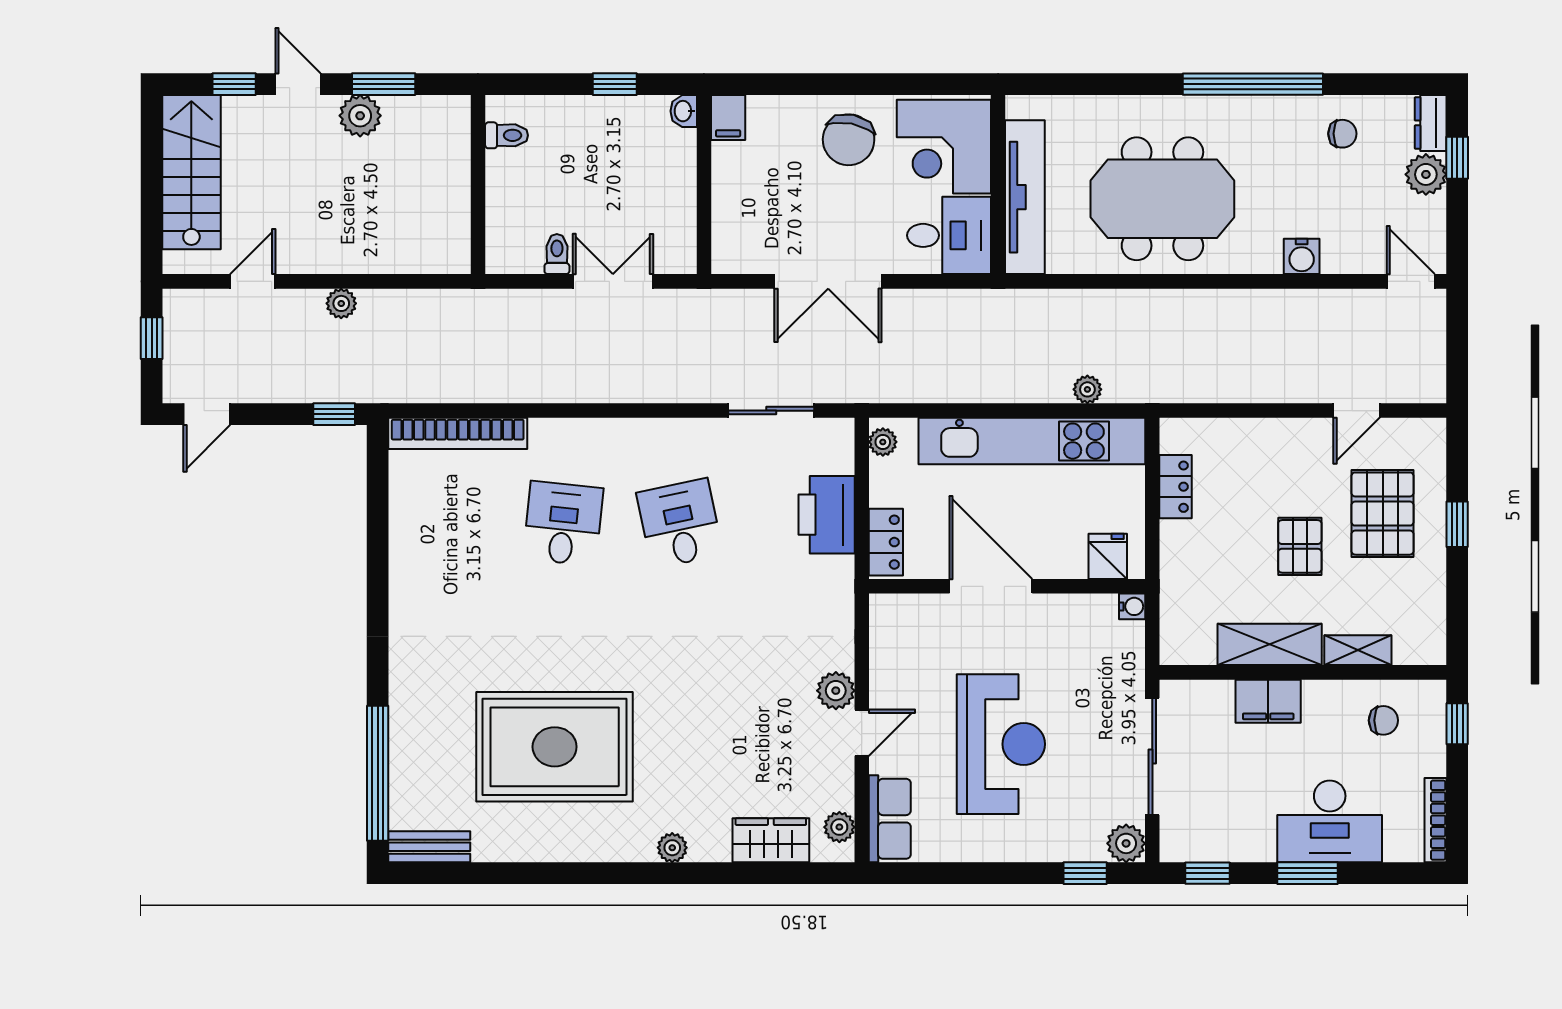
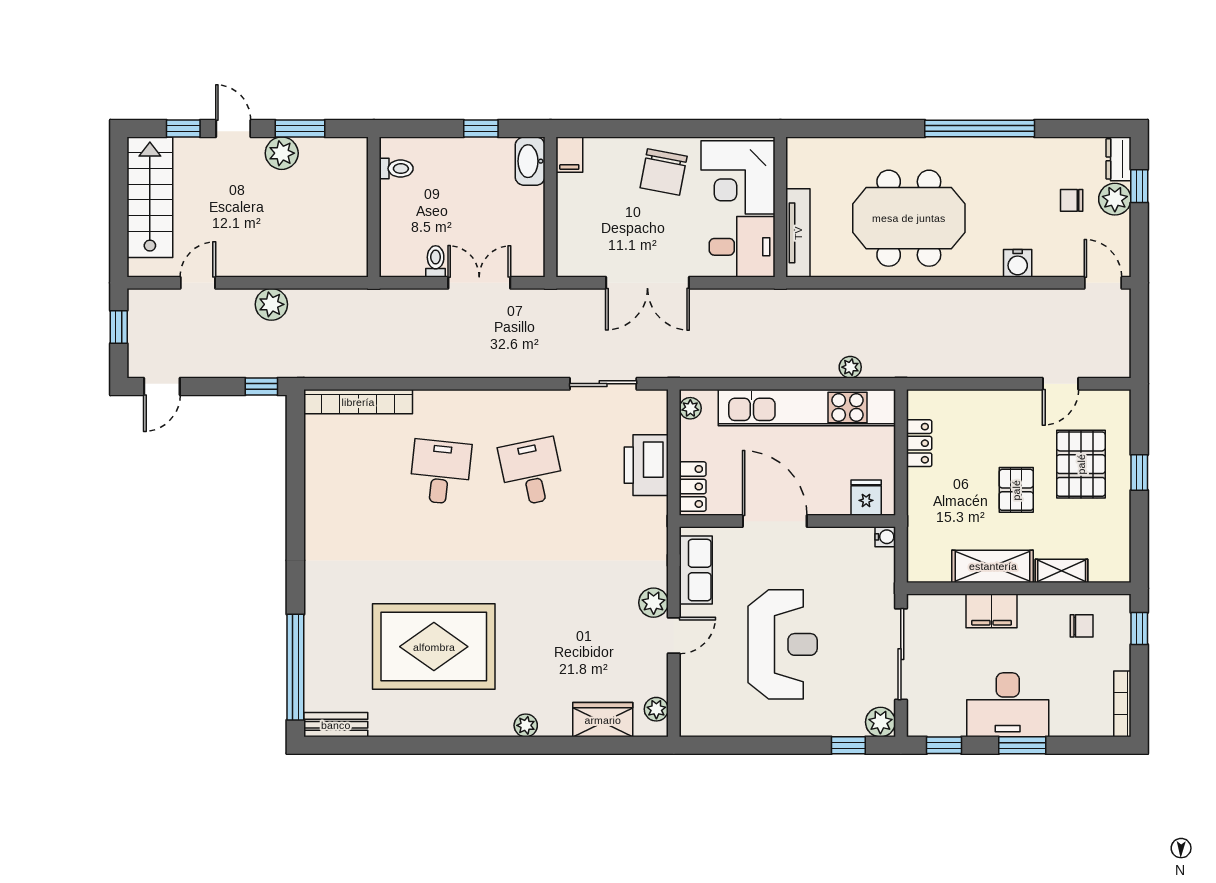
washbasin: (684, 111) -> (530, 161), width x1.91, depth x1.45
chair: (1342, 134) -> (1072, 200), moved, turned 180
tv unit: (1025, 197) -> (798, 233), width x0.73, depth x0.78
plant: (341, 303) -> (271, 304), width x1.38, depth x1.38
row of seats: (890, 819) -> (696, 570), moved
desk: (1330, 821) -> (1008, 705), moved

